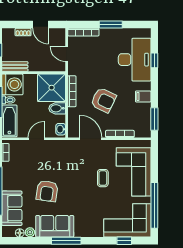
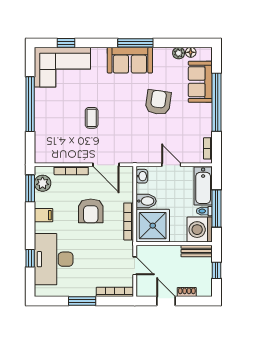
armchair: (104, 100) -> (91, 211), turned -116
plant: (144, 123) -> (43, 183), added
door: (36, 139) -> (171, 165), swing flipped
corner sofa: (134, 172) -> (55, 125), removed
window: (154, 205) -> (30, 104), moved
sofa: (55, 226) -> (130, 60), moved

